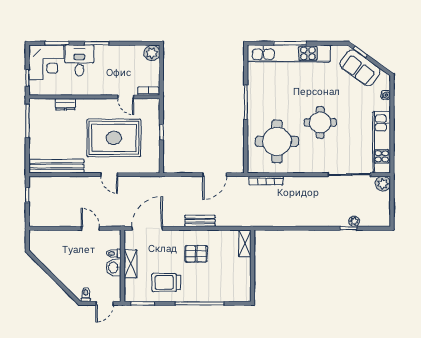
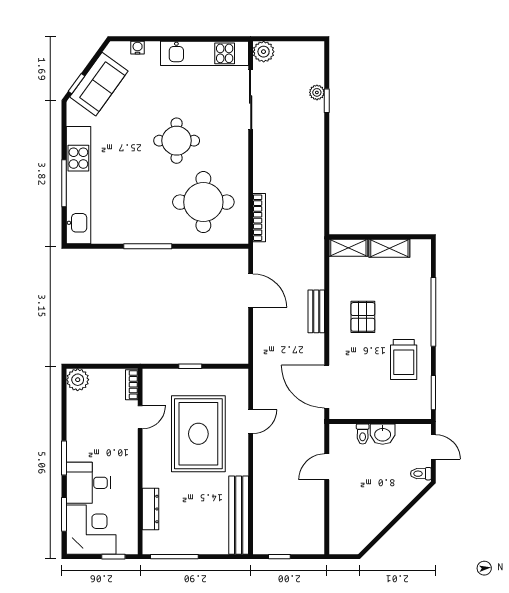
dresser: (65, 104) -> (151, 509), width x1.44
door: (109, 175) -> (251, 422), moved
shelving: (131, 264) -> (389, 248), moved

